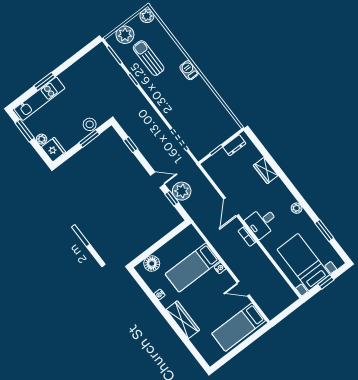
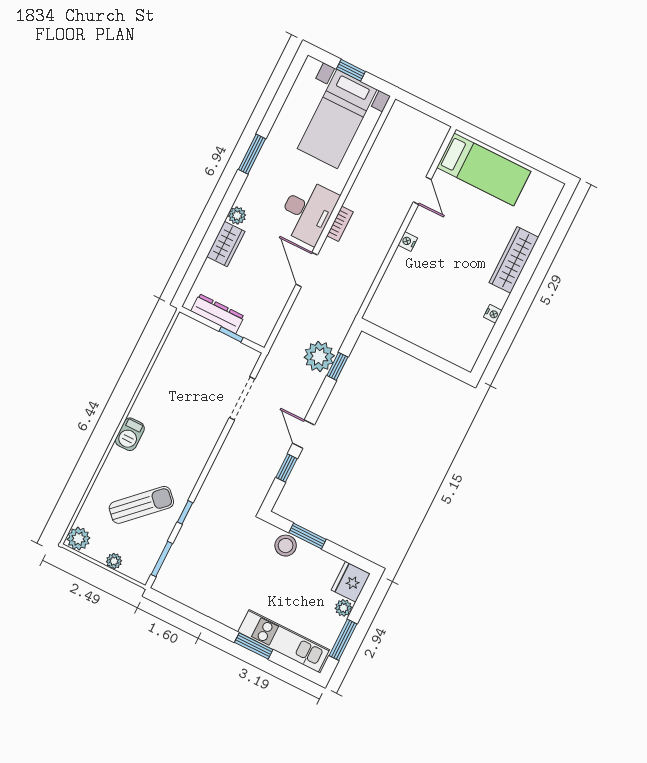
plant: (125, 35) -> (114, 561), width x0.53, depth x0.53
sun lounger: (149, 58) -> (141, 505), turned -134
dresser: (234, 145) -> (218, 314), width x1.44
door: (157, 180) -> (303, 434), moved
door: (231, 207) -> (307, 270), swing flipped
plant: (297, 208) -> (237, 216), moved
desk: (262, 222) -> (307, 211), width x1.37
window: (324, 230) -> (252, 154), moved
floor lamp: (152, 264) -> (451, 349), removed
bed: (192, 267) -> (427, 284), removed

